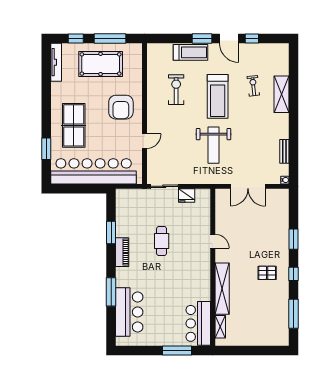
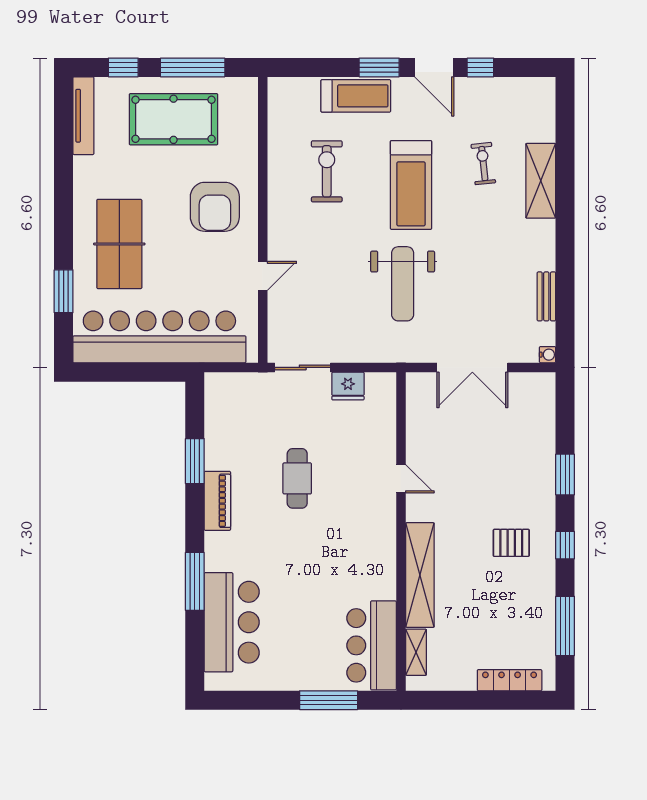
locker: (266, 341) -> (510, 680), added

